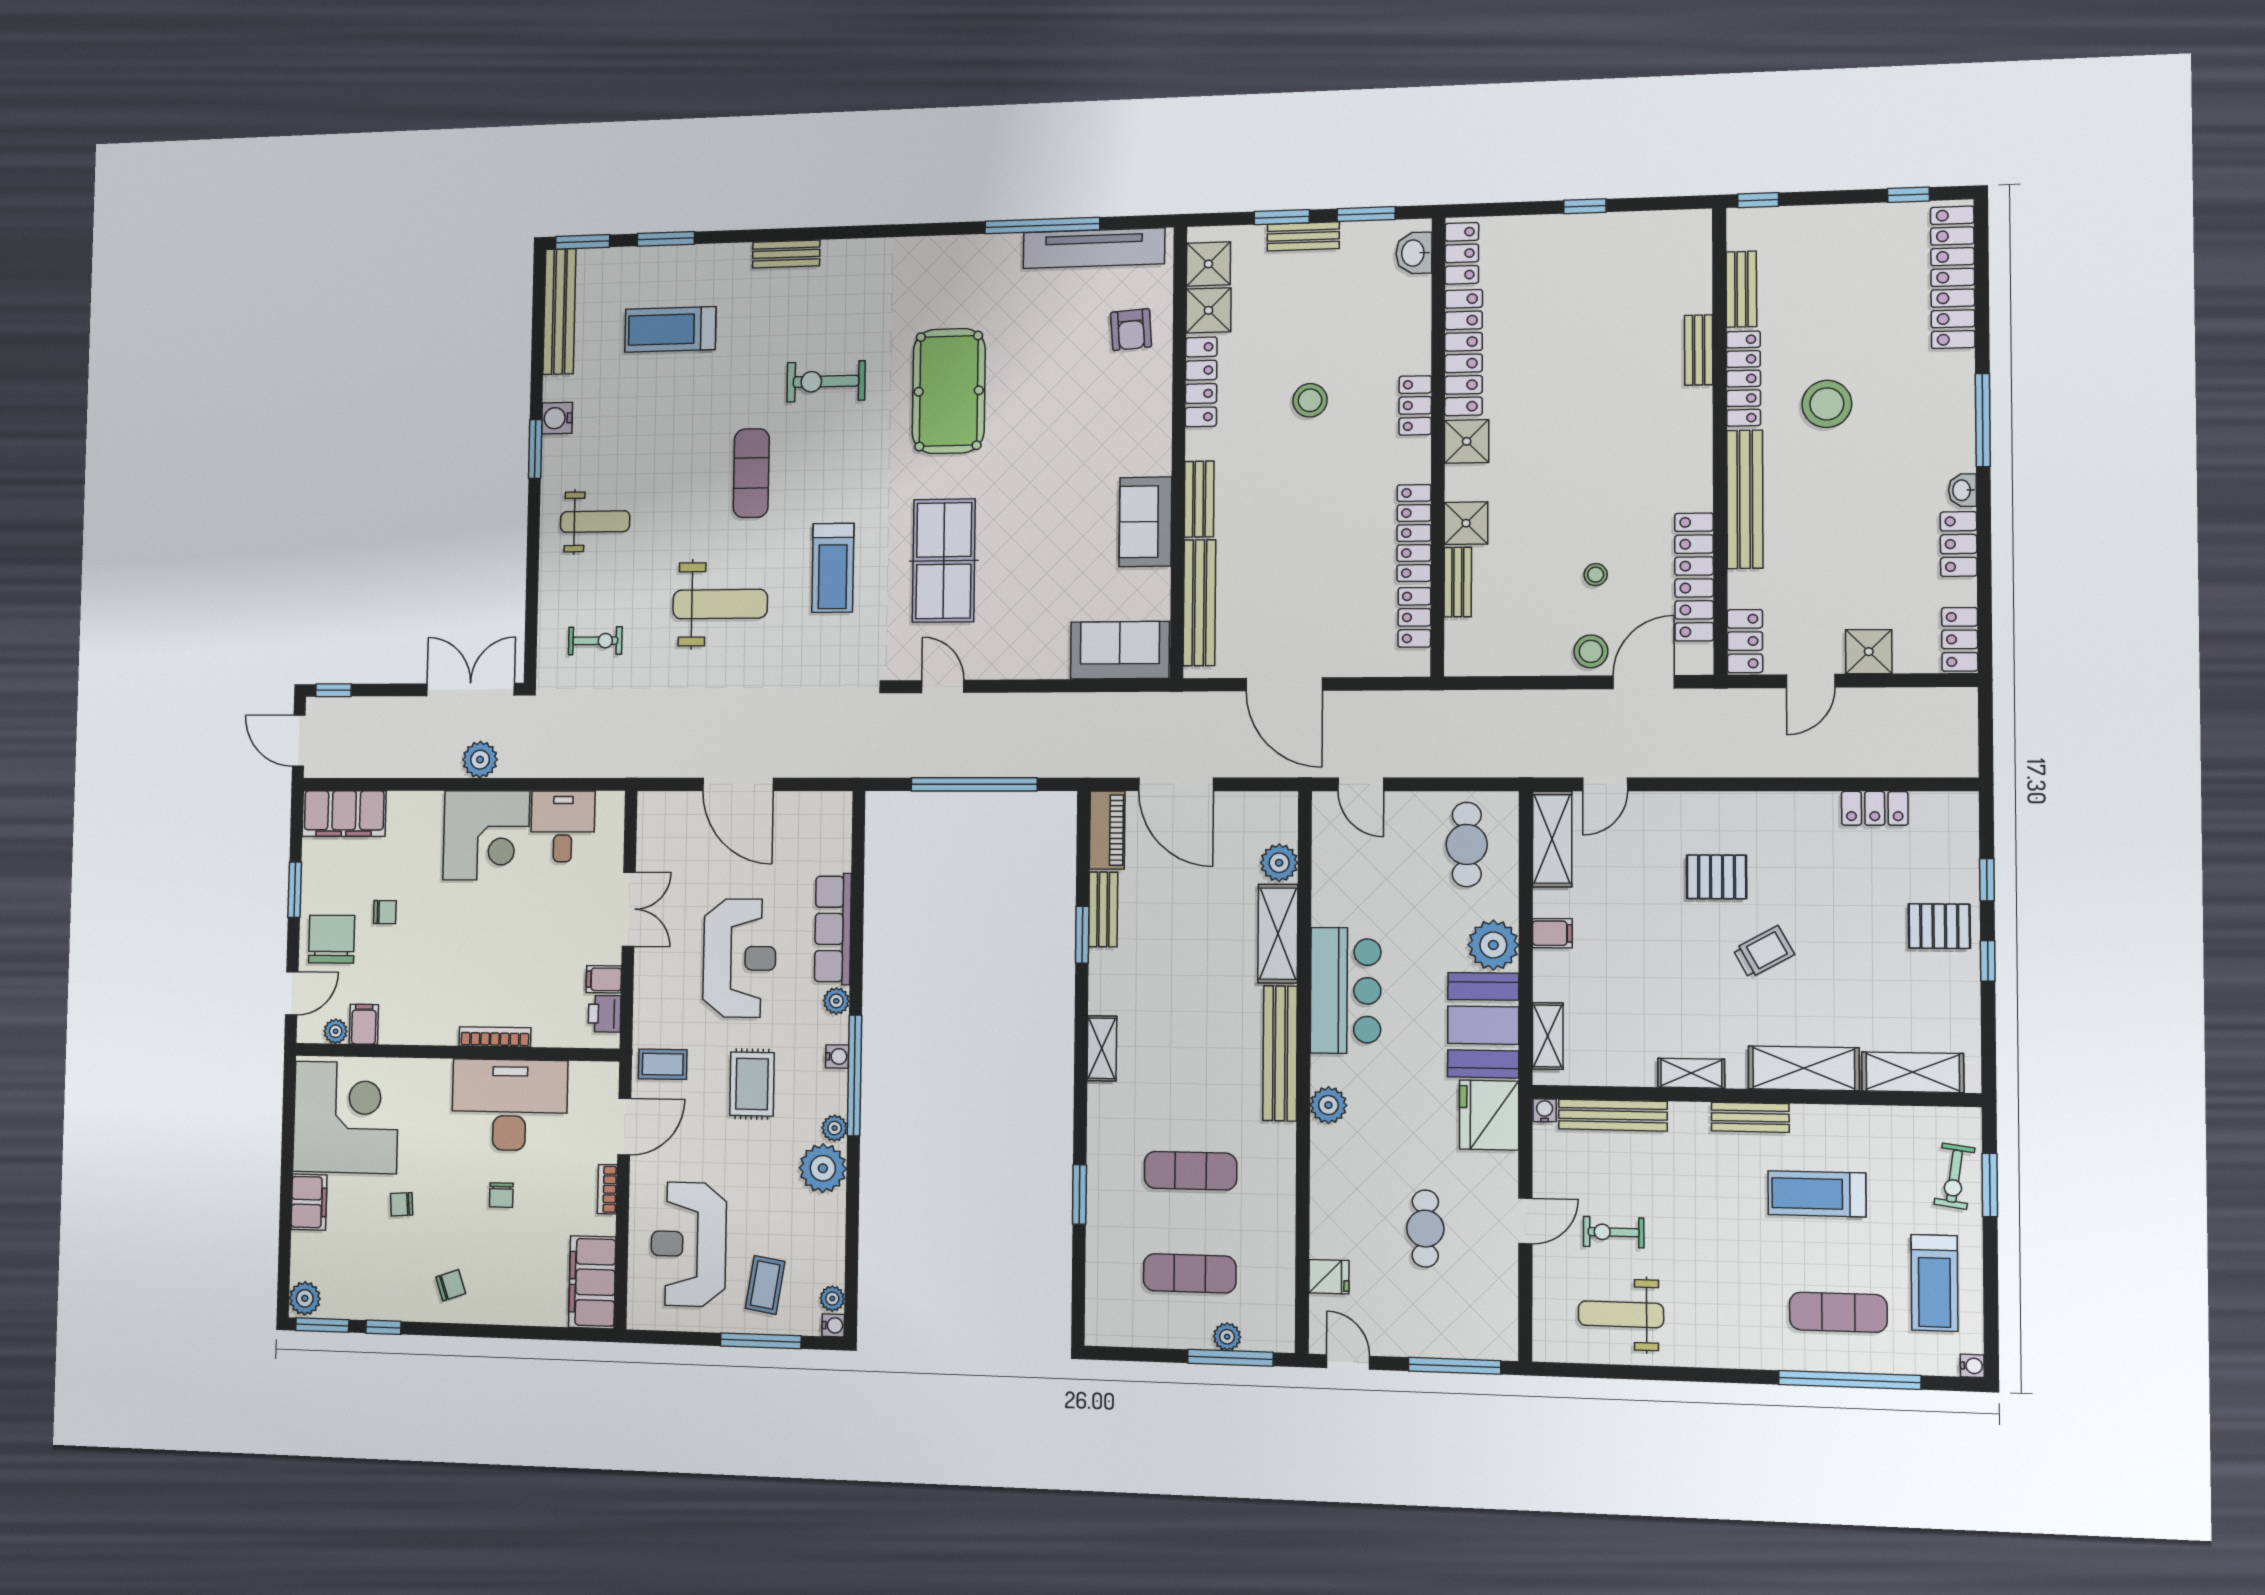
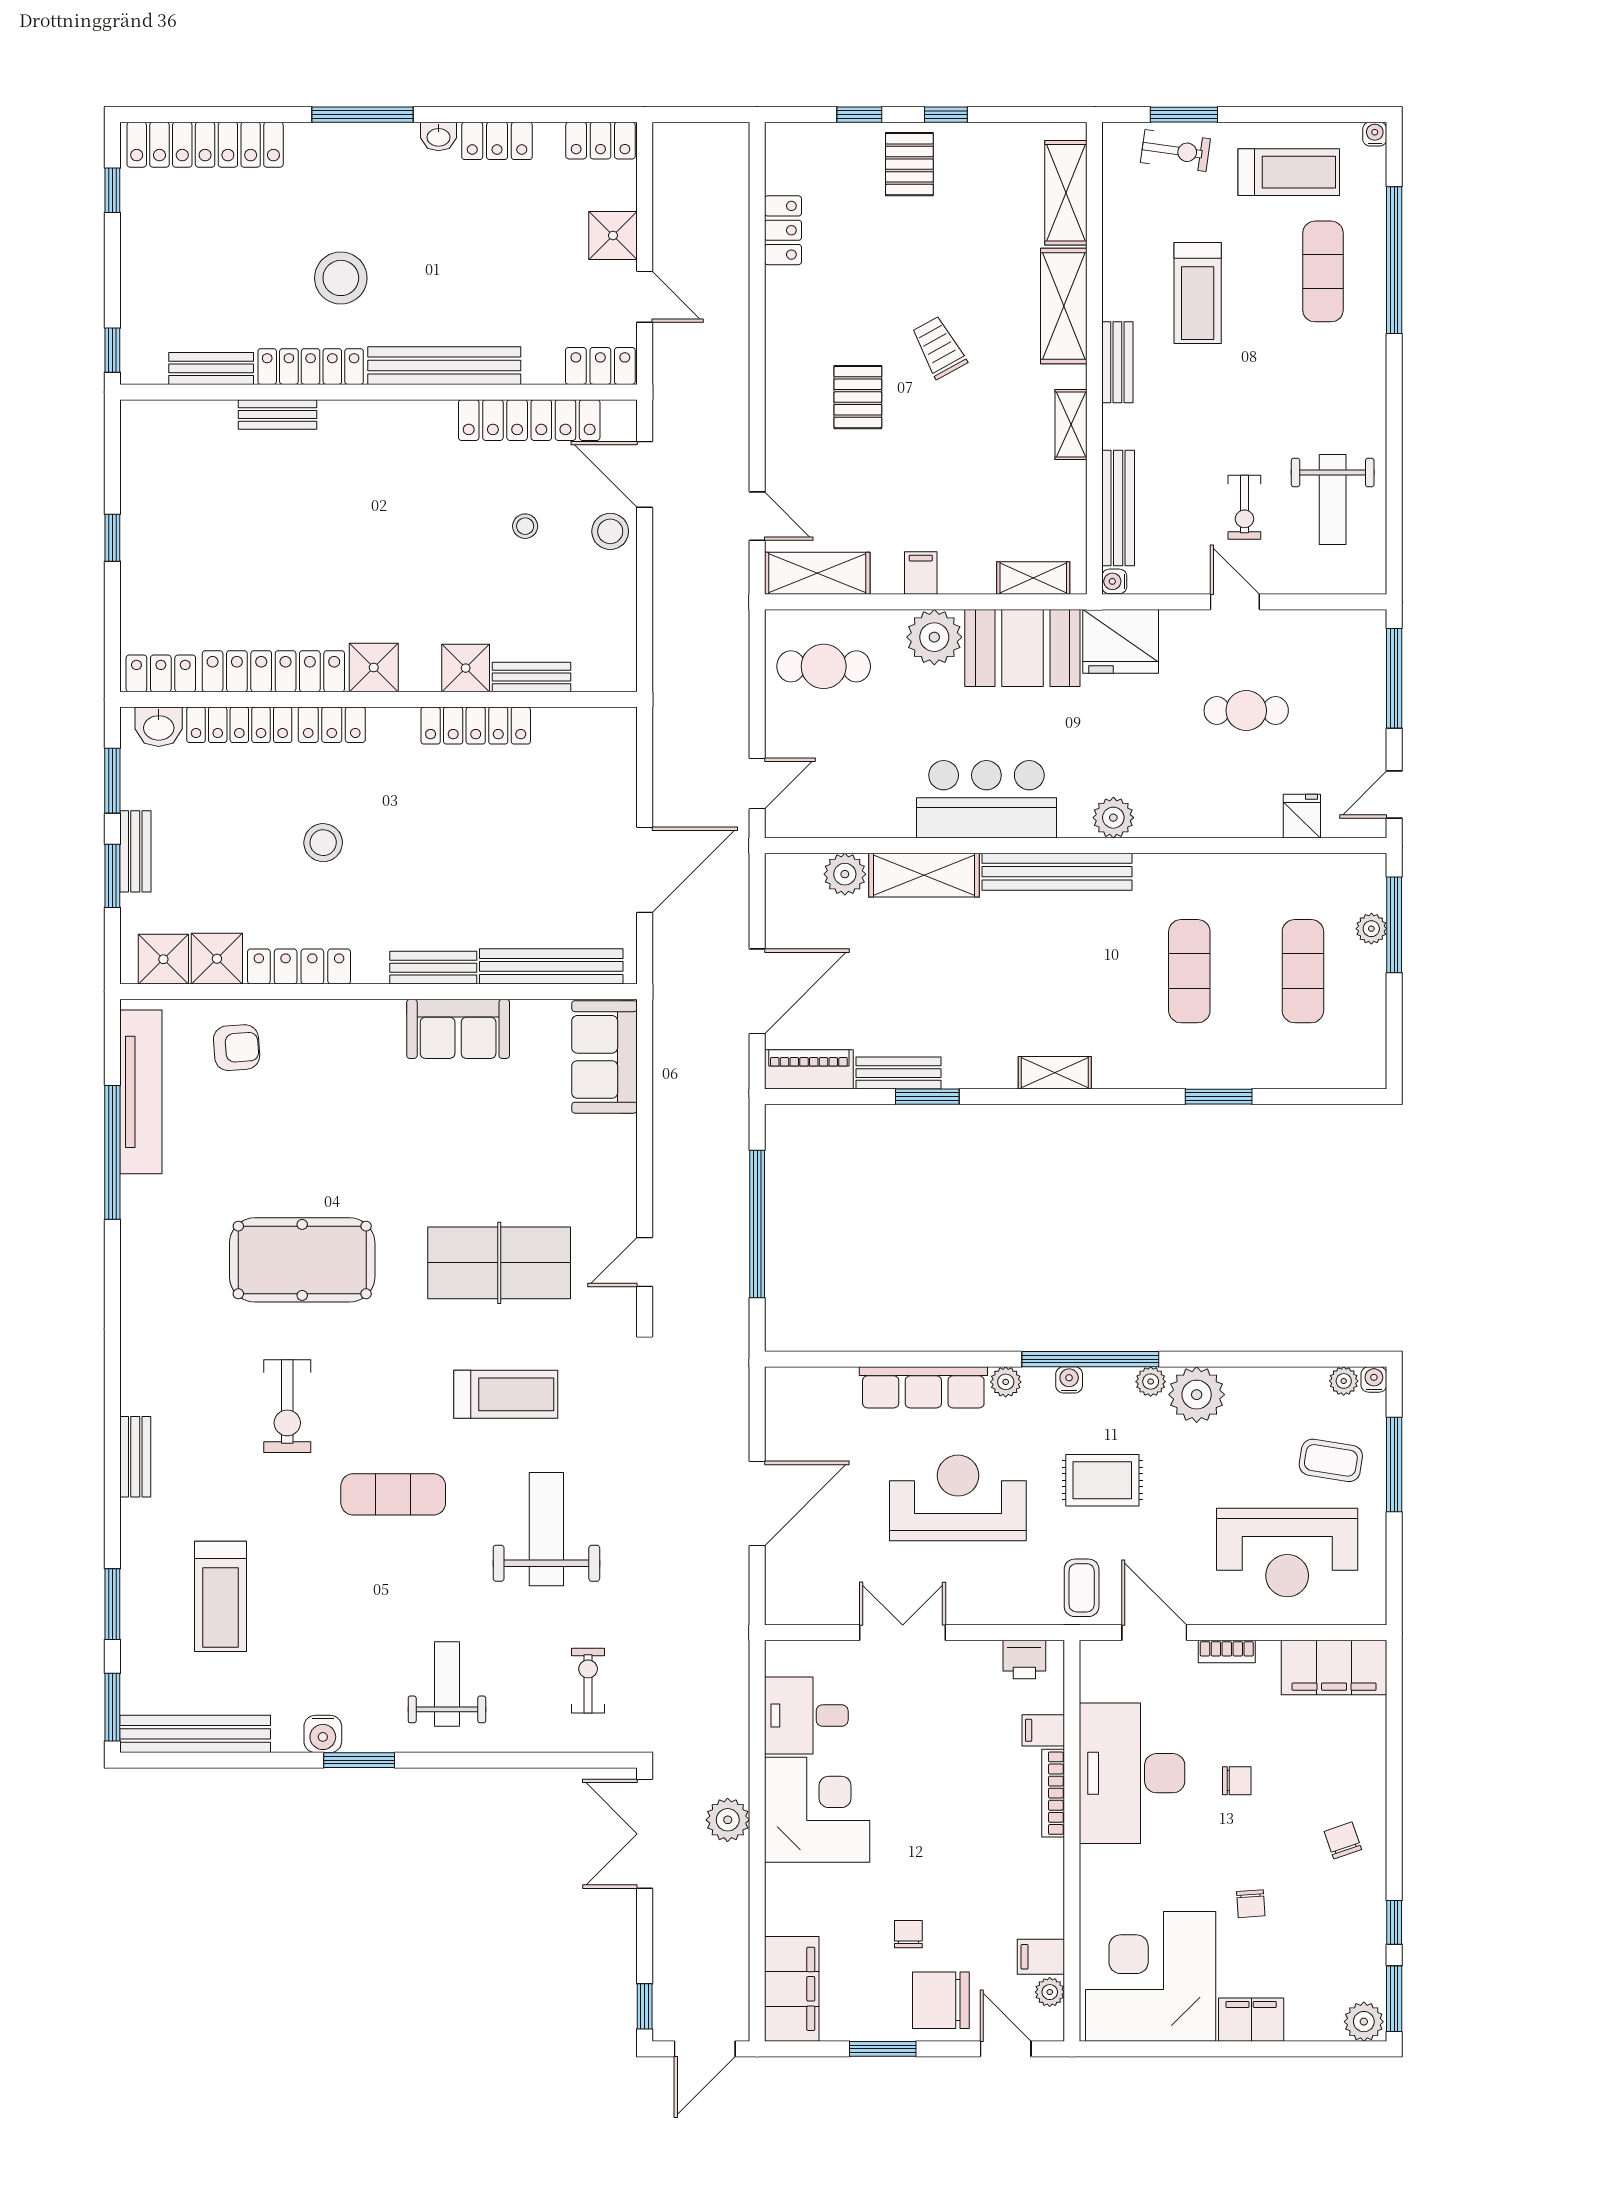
locker: (1414, 617) -> (239, 725), moved, width x1.53
filing cabinet: (604, 979) -> (1043, 1730), moved, turned 90

